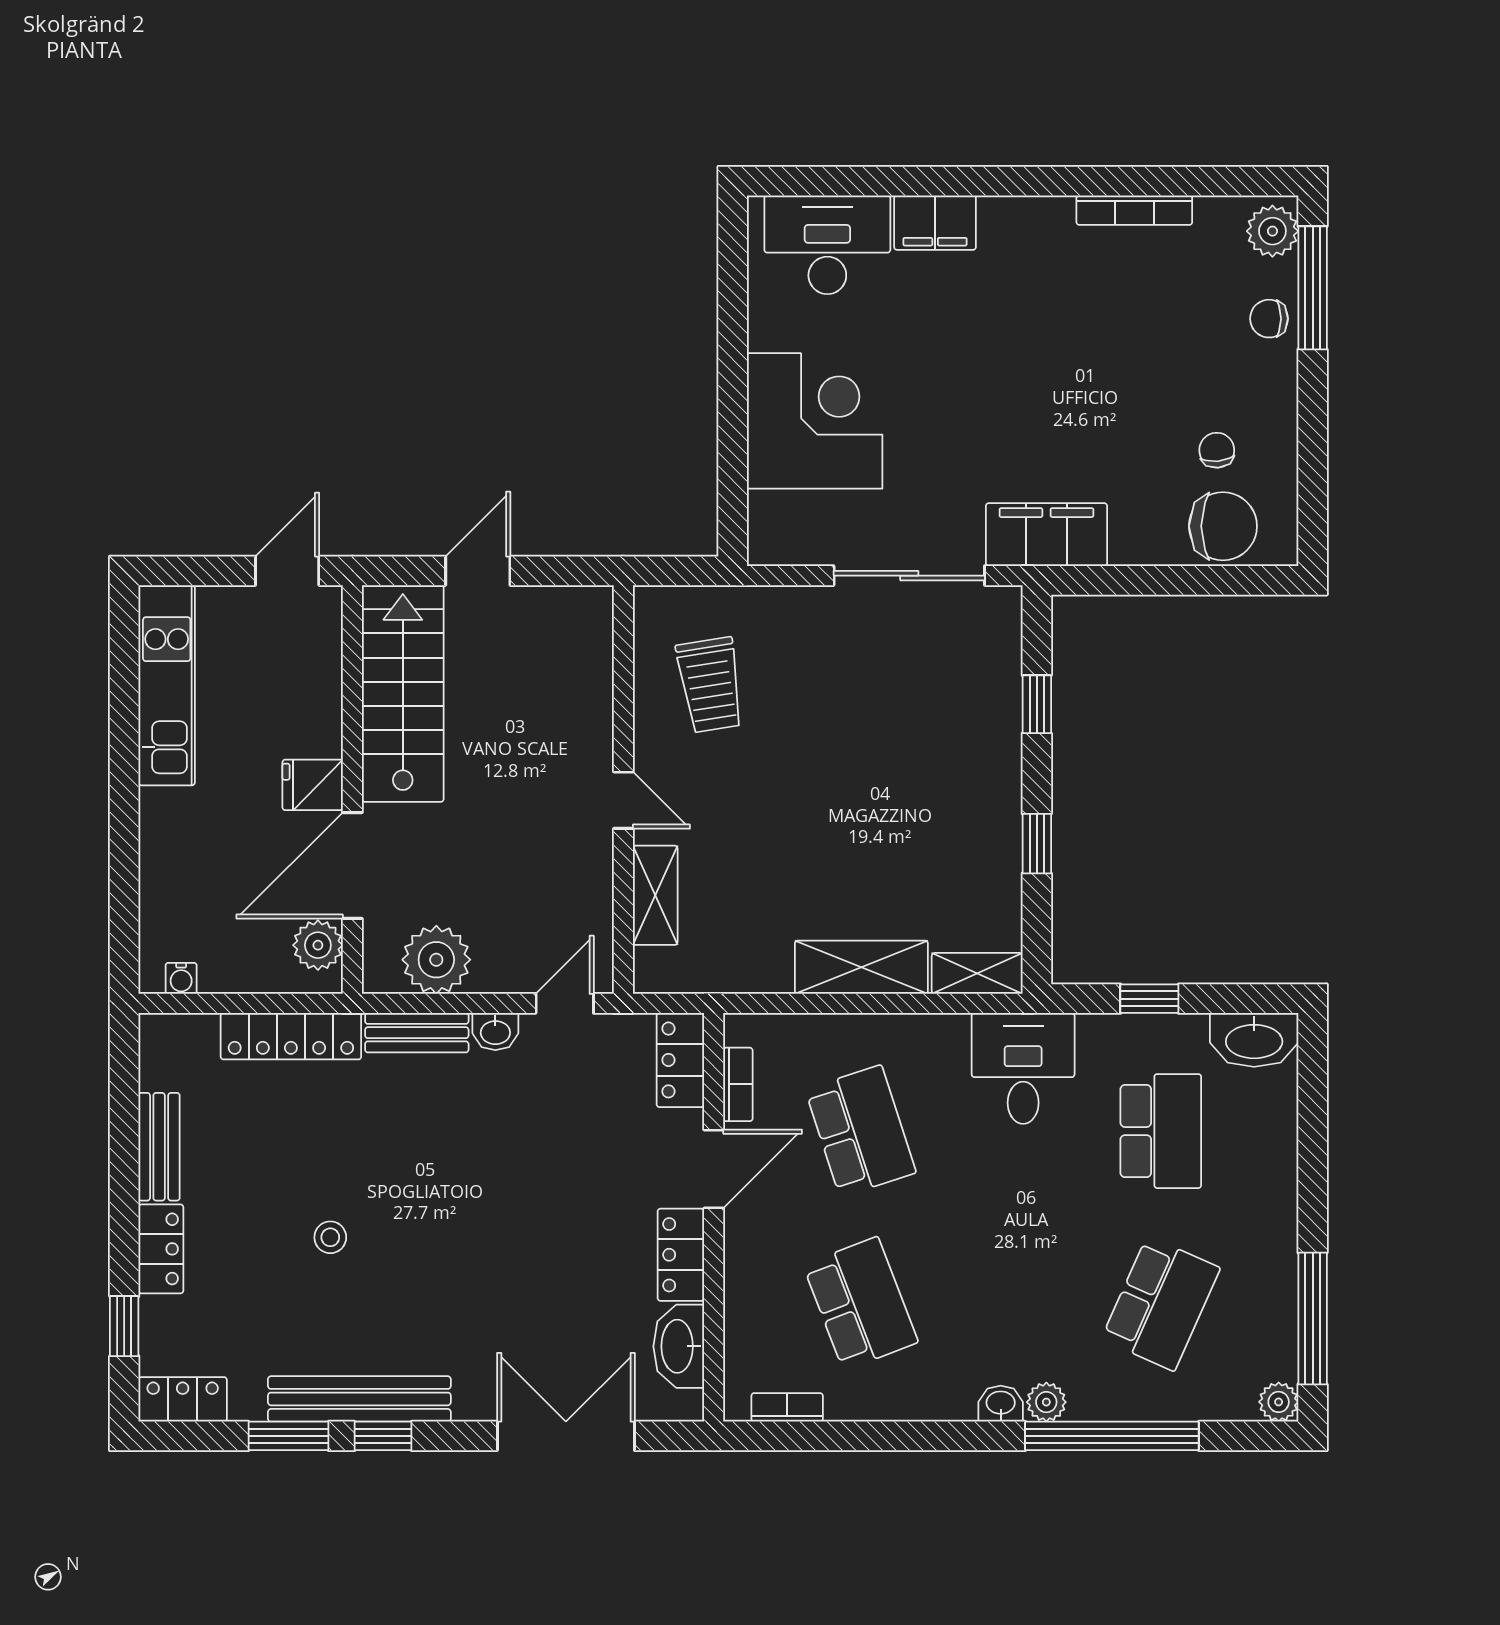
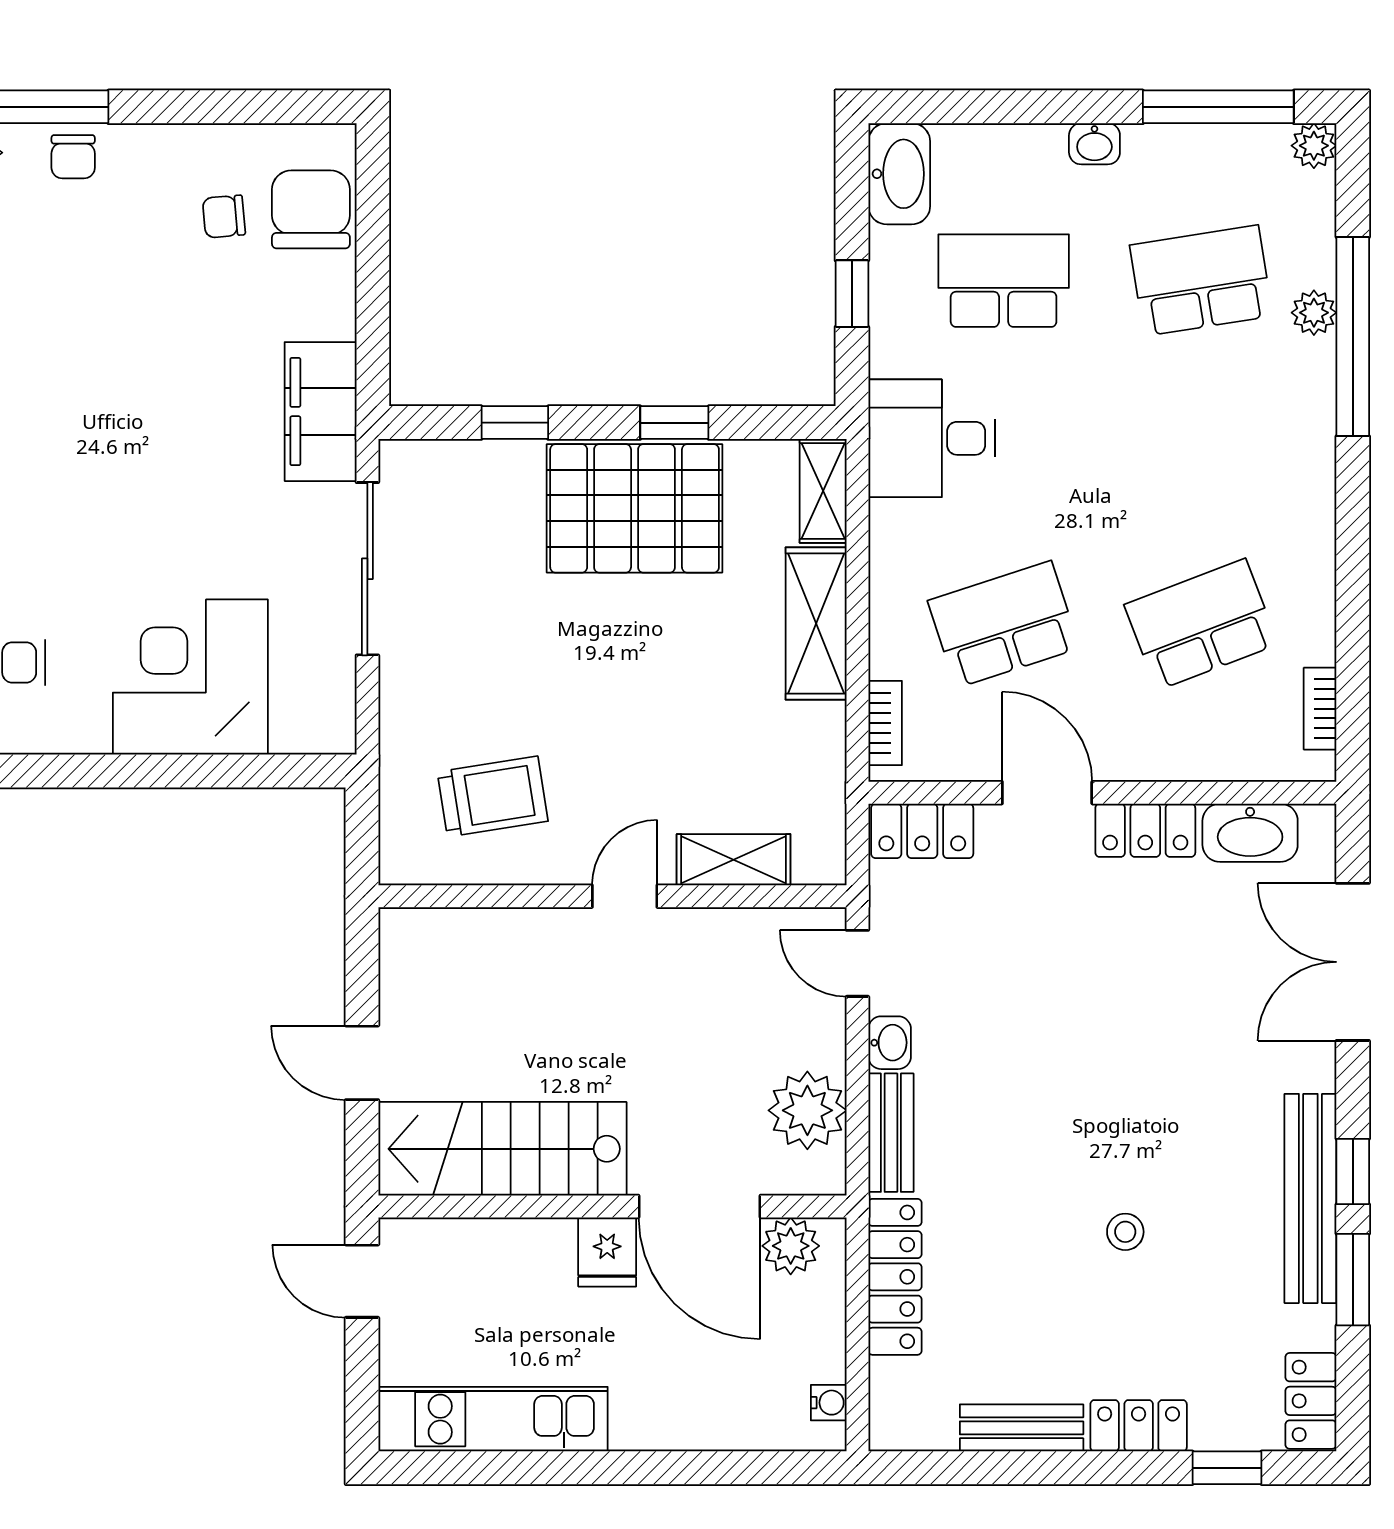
pallet: (962, 809) -> (635, 508), added
bookcase: (738, 1084) -> (885, 723), moved, turned 90
school desk: (1161, 1304) -> (1201, 281), turned -33
plant: (1046, 1402) -> (1314, 313), moved
washbasin: (1001, 1404) -> (1094, 144), moved, turned -90

